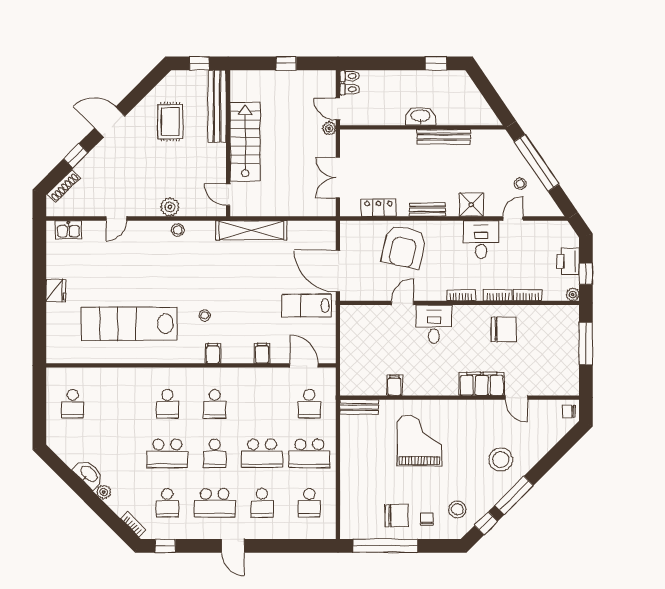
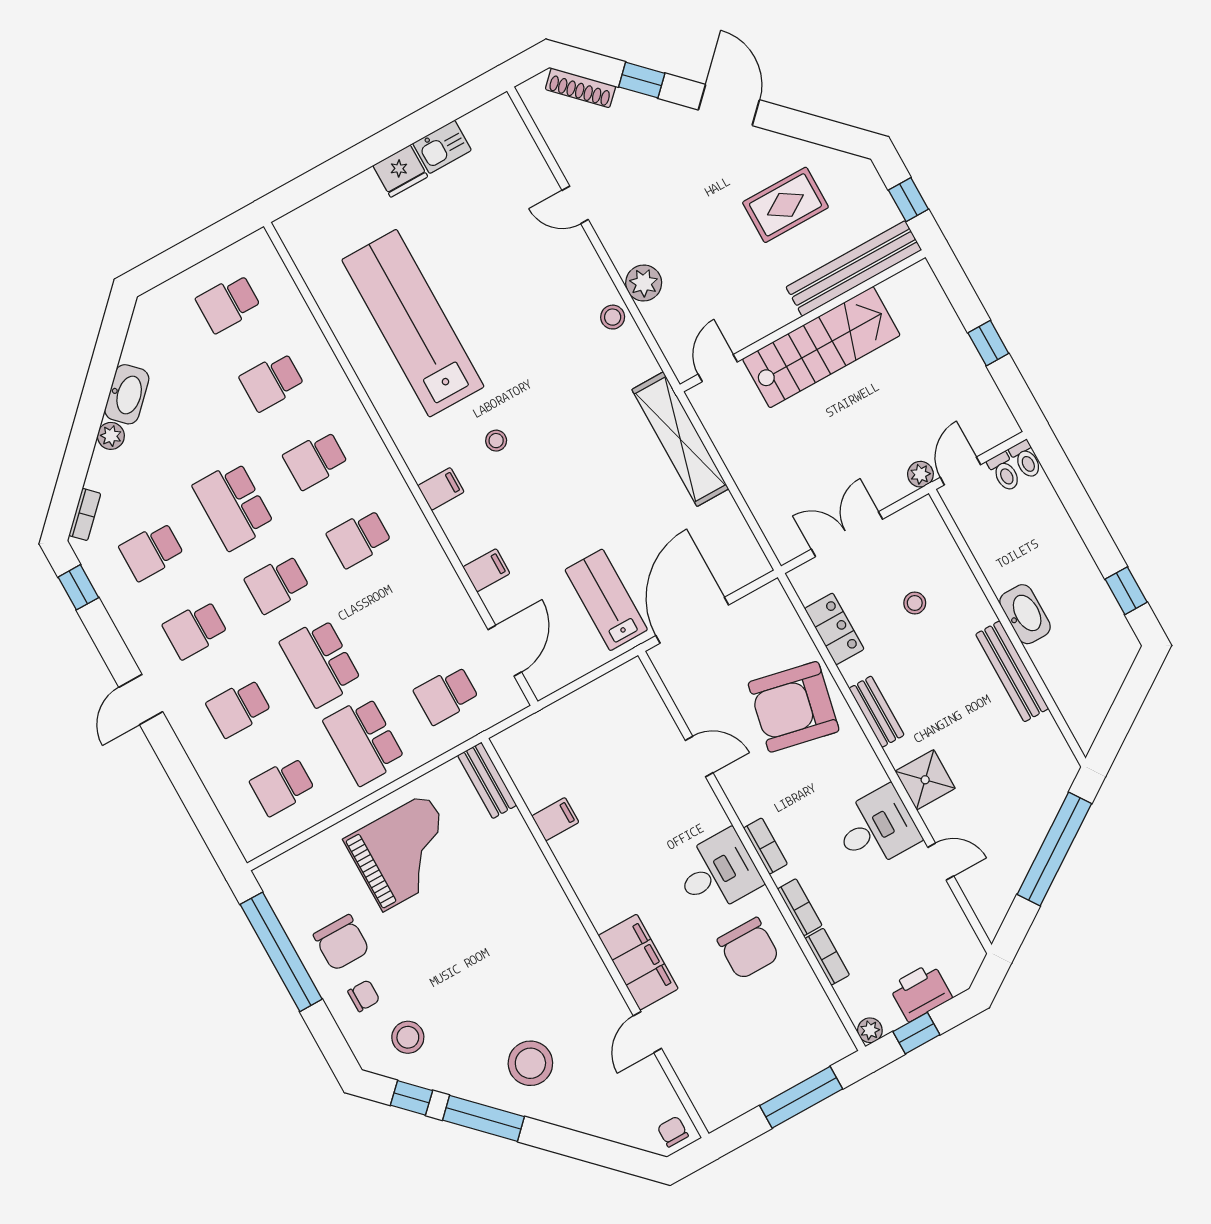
stool: (520, 184) -> (915, 603), moved
kitchen sink: (68, 230) -> (442, 147), moved, turned -90
desk: (434, 324) -> (718, 872), moved
school desk: (120, 404) -> (272, 382), added
grand piano: (419, 440) -> (405, 852), moved
school desk: (215, 503) -> (195, 630), width x0.54

